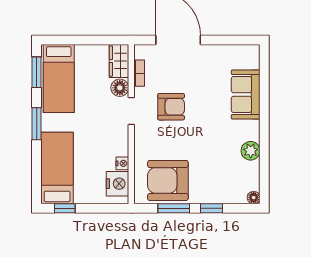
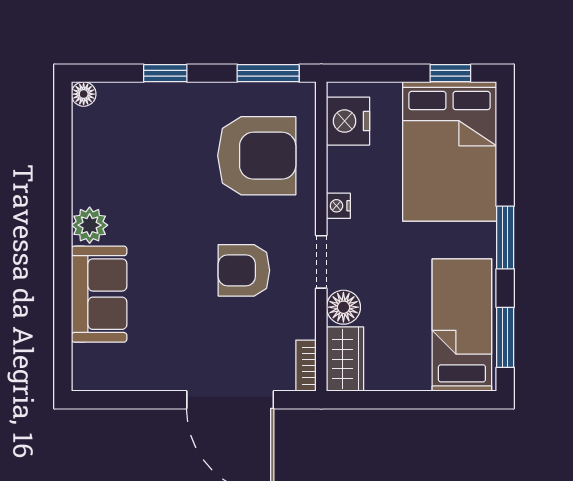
bookcase: (139, 73) -> (306, 366), moved
plant: (251, 151) -> (90, 225), moved
nightstand: (122, 163) -> (338, 206), moved
bed: (57, 168) -> (450, 151), width x1.50
armchair: (168, 180) -> (257, 156), moved
window: (174, 208) -> (268, 73), moved

